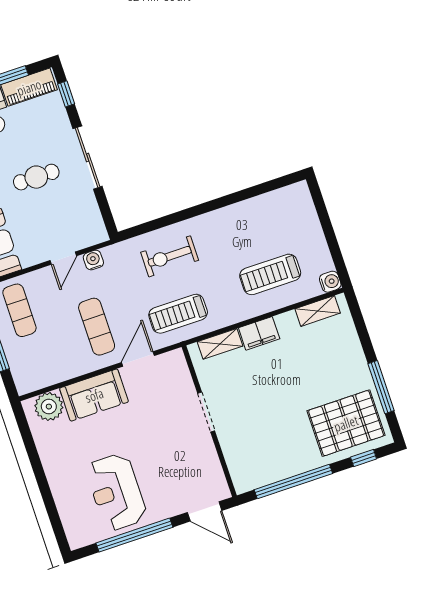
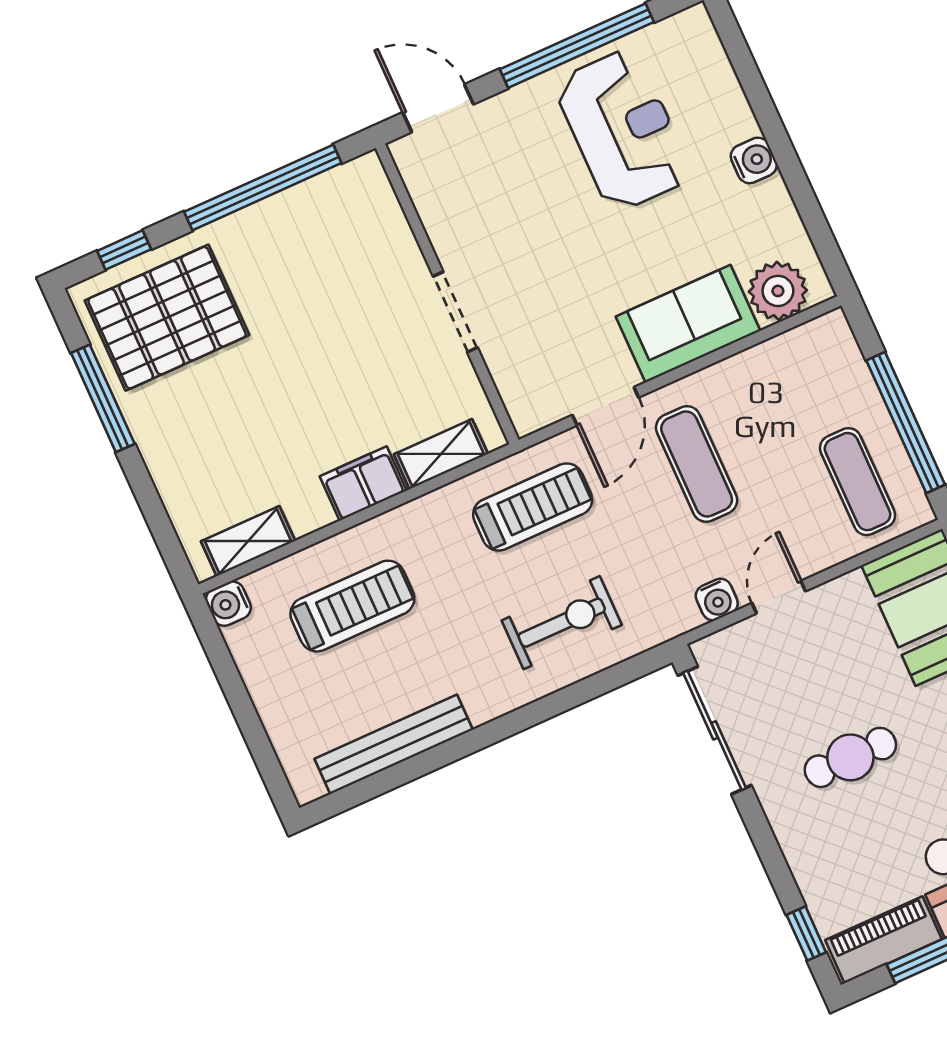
sliding door: (88, 158) -> (715, 730), moved
bench: (257, 206) -> (394, 744), added
water cooler: (54, 471) -> (754, 160), added

